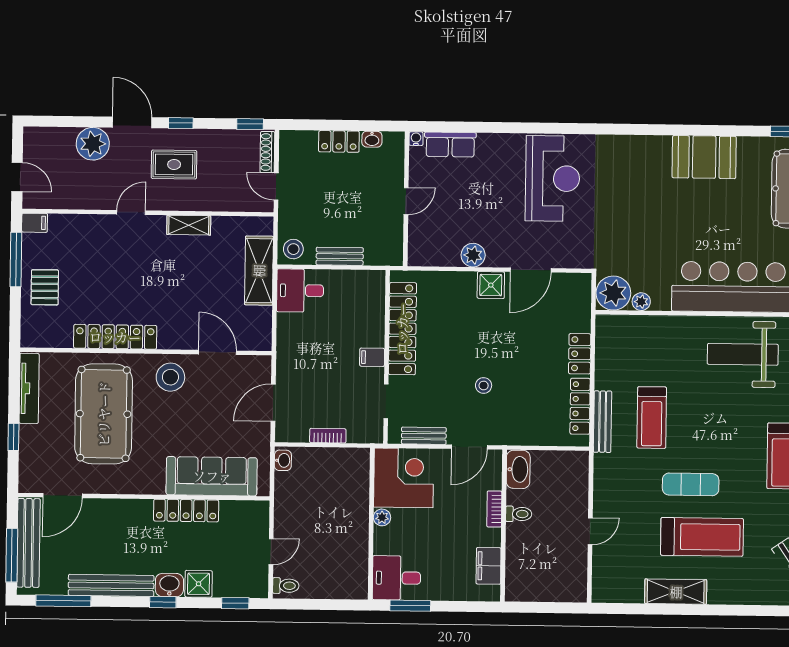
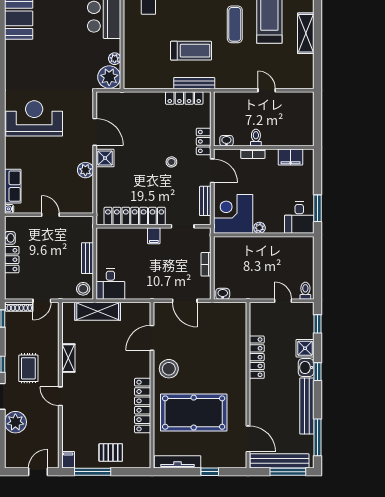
locker: (580, 354) -> (204, 141), moved, turned 90
washbasin: (518, 469) -> (226, 141), width x0.52, depth x0.69
sofa: (212, 476) -> (234, 341), removed

